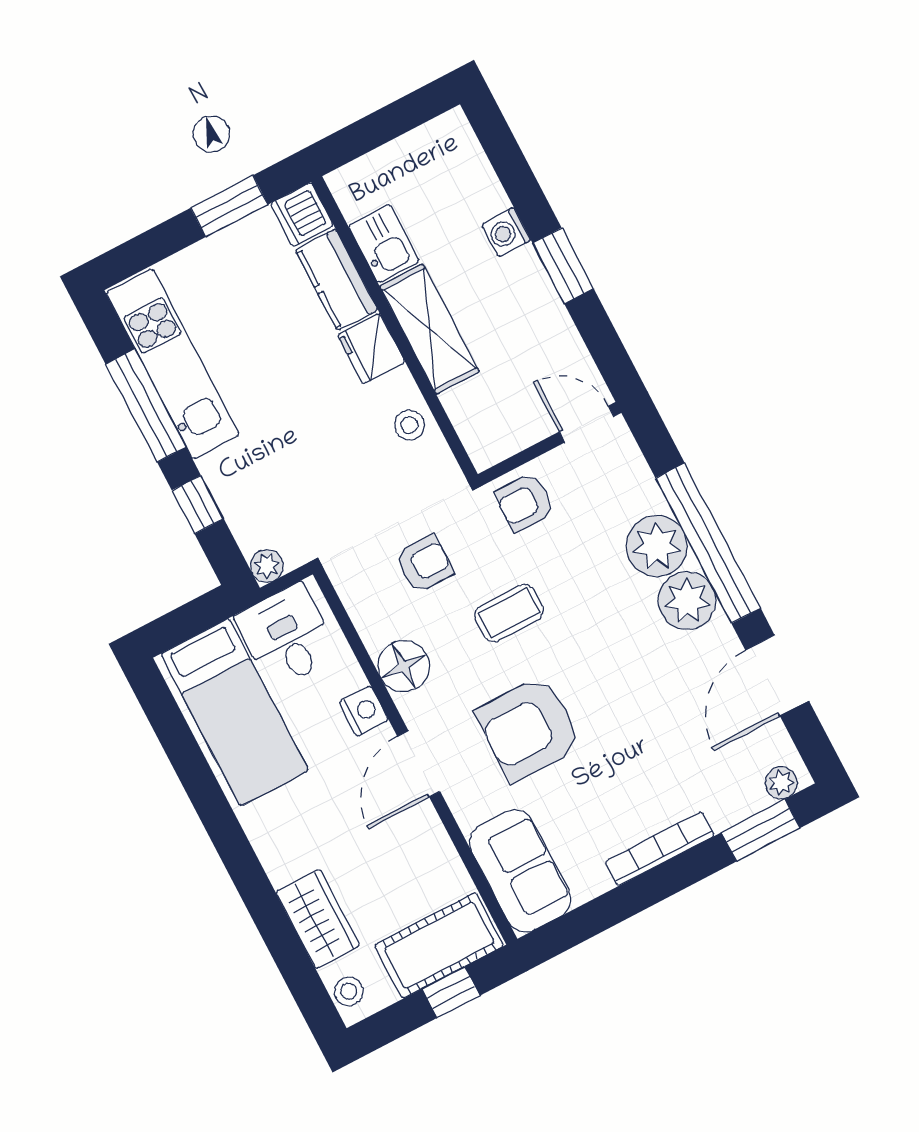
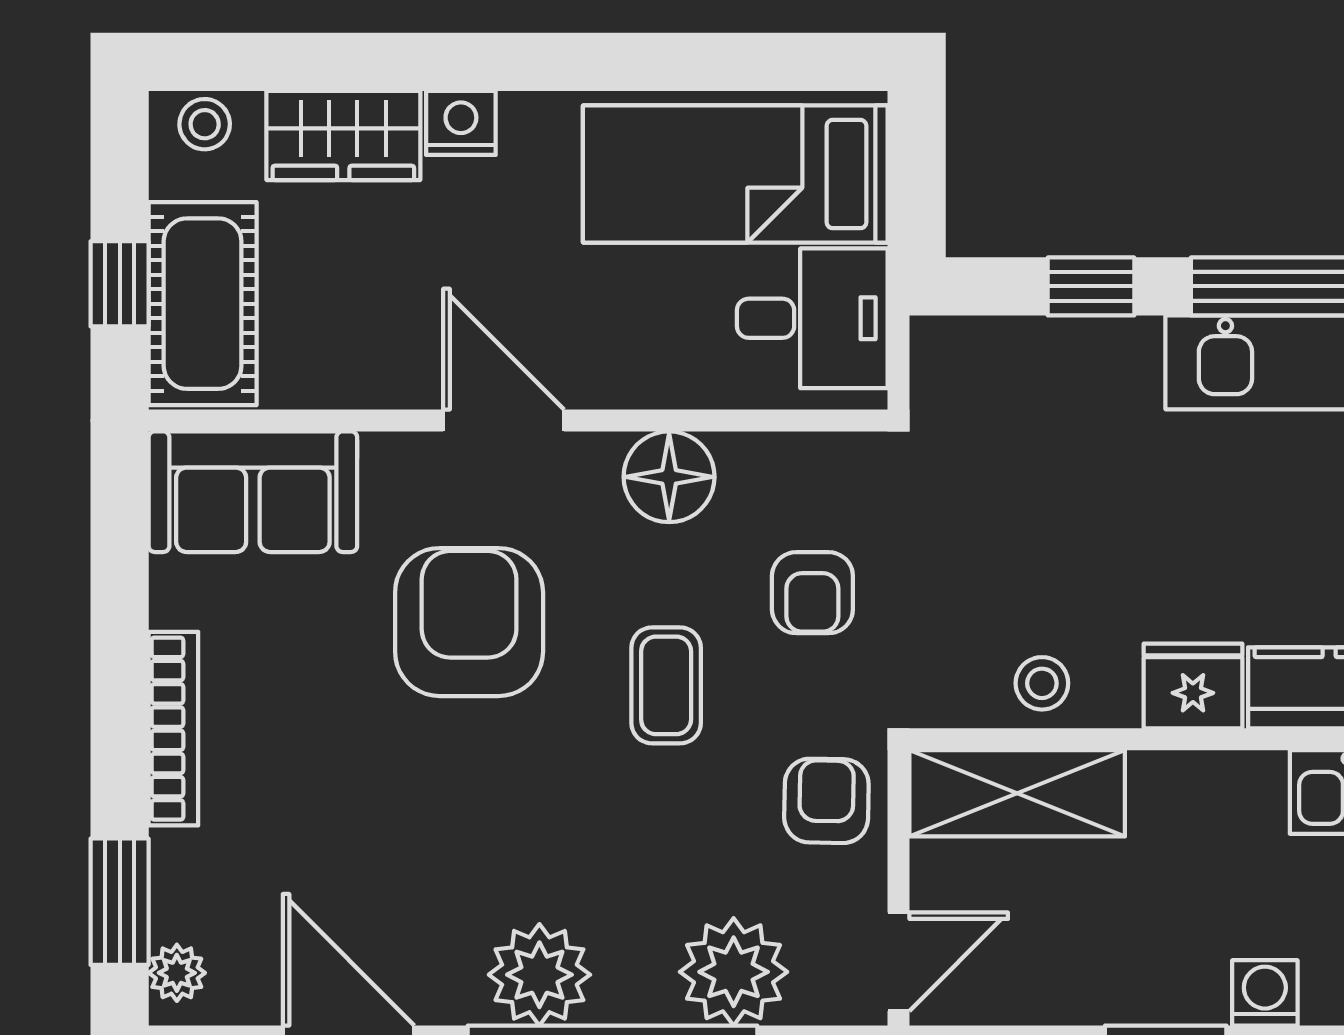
shelving: (429, 329) -> (1017, 793), moved
plant: (657, 546) -> (734, 972), moved
plant: (267, 566) -> (938, 344), removed
nightstand: (364, 711) -> (461, 123), moved, turned 180

